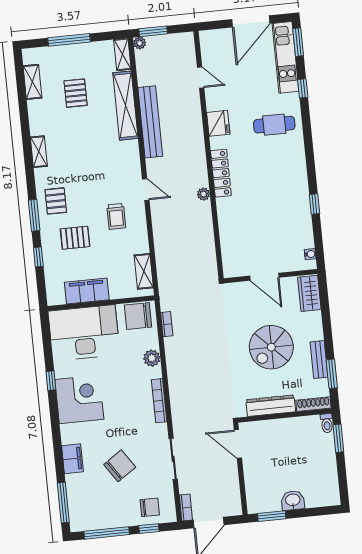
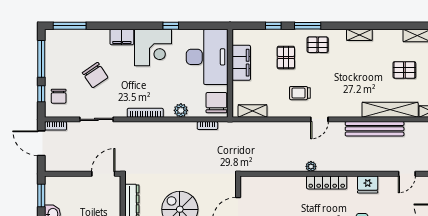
filing cabinet: (72, 459) -> (122, 37), moved

